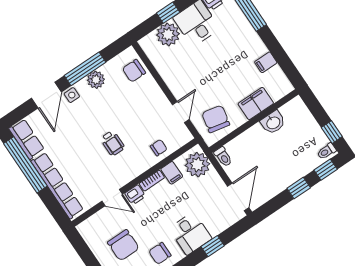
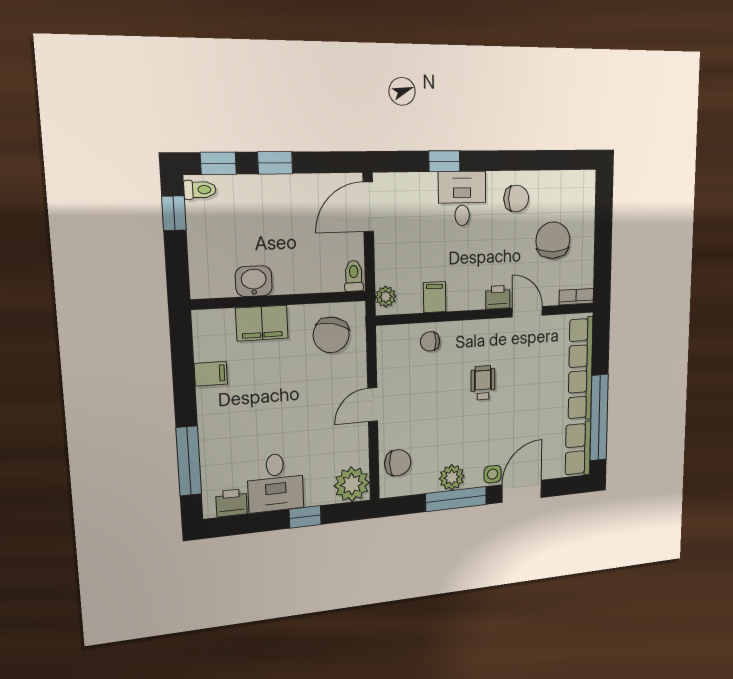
plant: (168, 34) -> (352, 484), moved
door: (181, 112) -> (373, 405), moved
plant: (197, 165) -> (386, 297), width x0.53, depth x0.53
bookcase: (152, 181) -> (576, 297), moved

